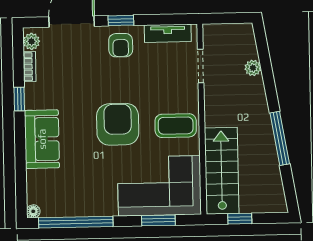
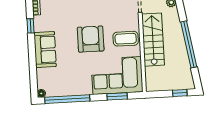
window: (280, 138) -> (189, 44), width x1.46
stairs: (222, 171) -> (153, 40), moved
window: (240, 219) -> (180, 93), moved

